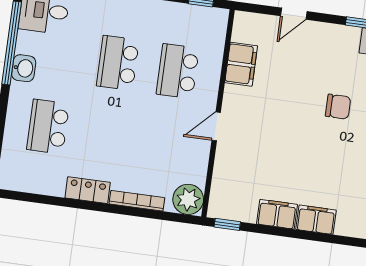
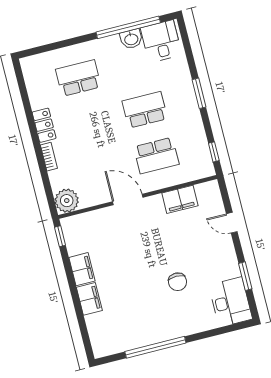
washbasin: (24, 68) -> (131, 39), moved
school desk: (178, 71) -> (156, 156), turned 180
door: (216, 126) -> (128, 199), width x1.38
bookcase: (137, 201) -> (49, 157), width x0.64

